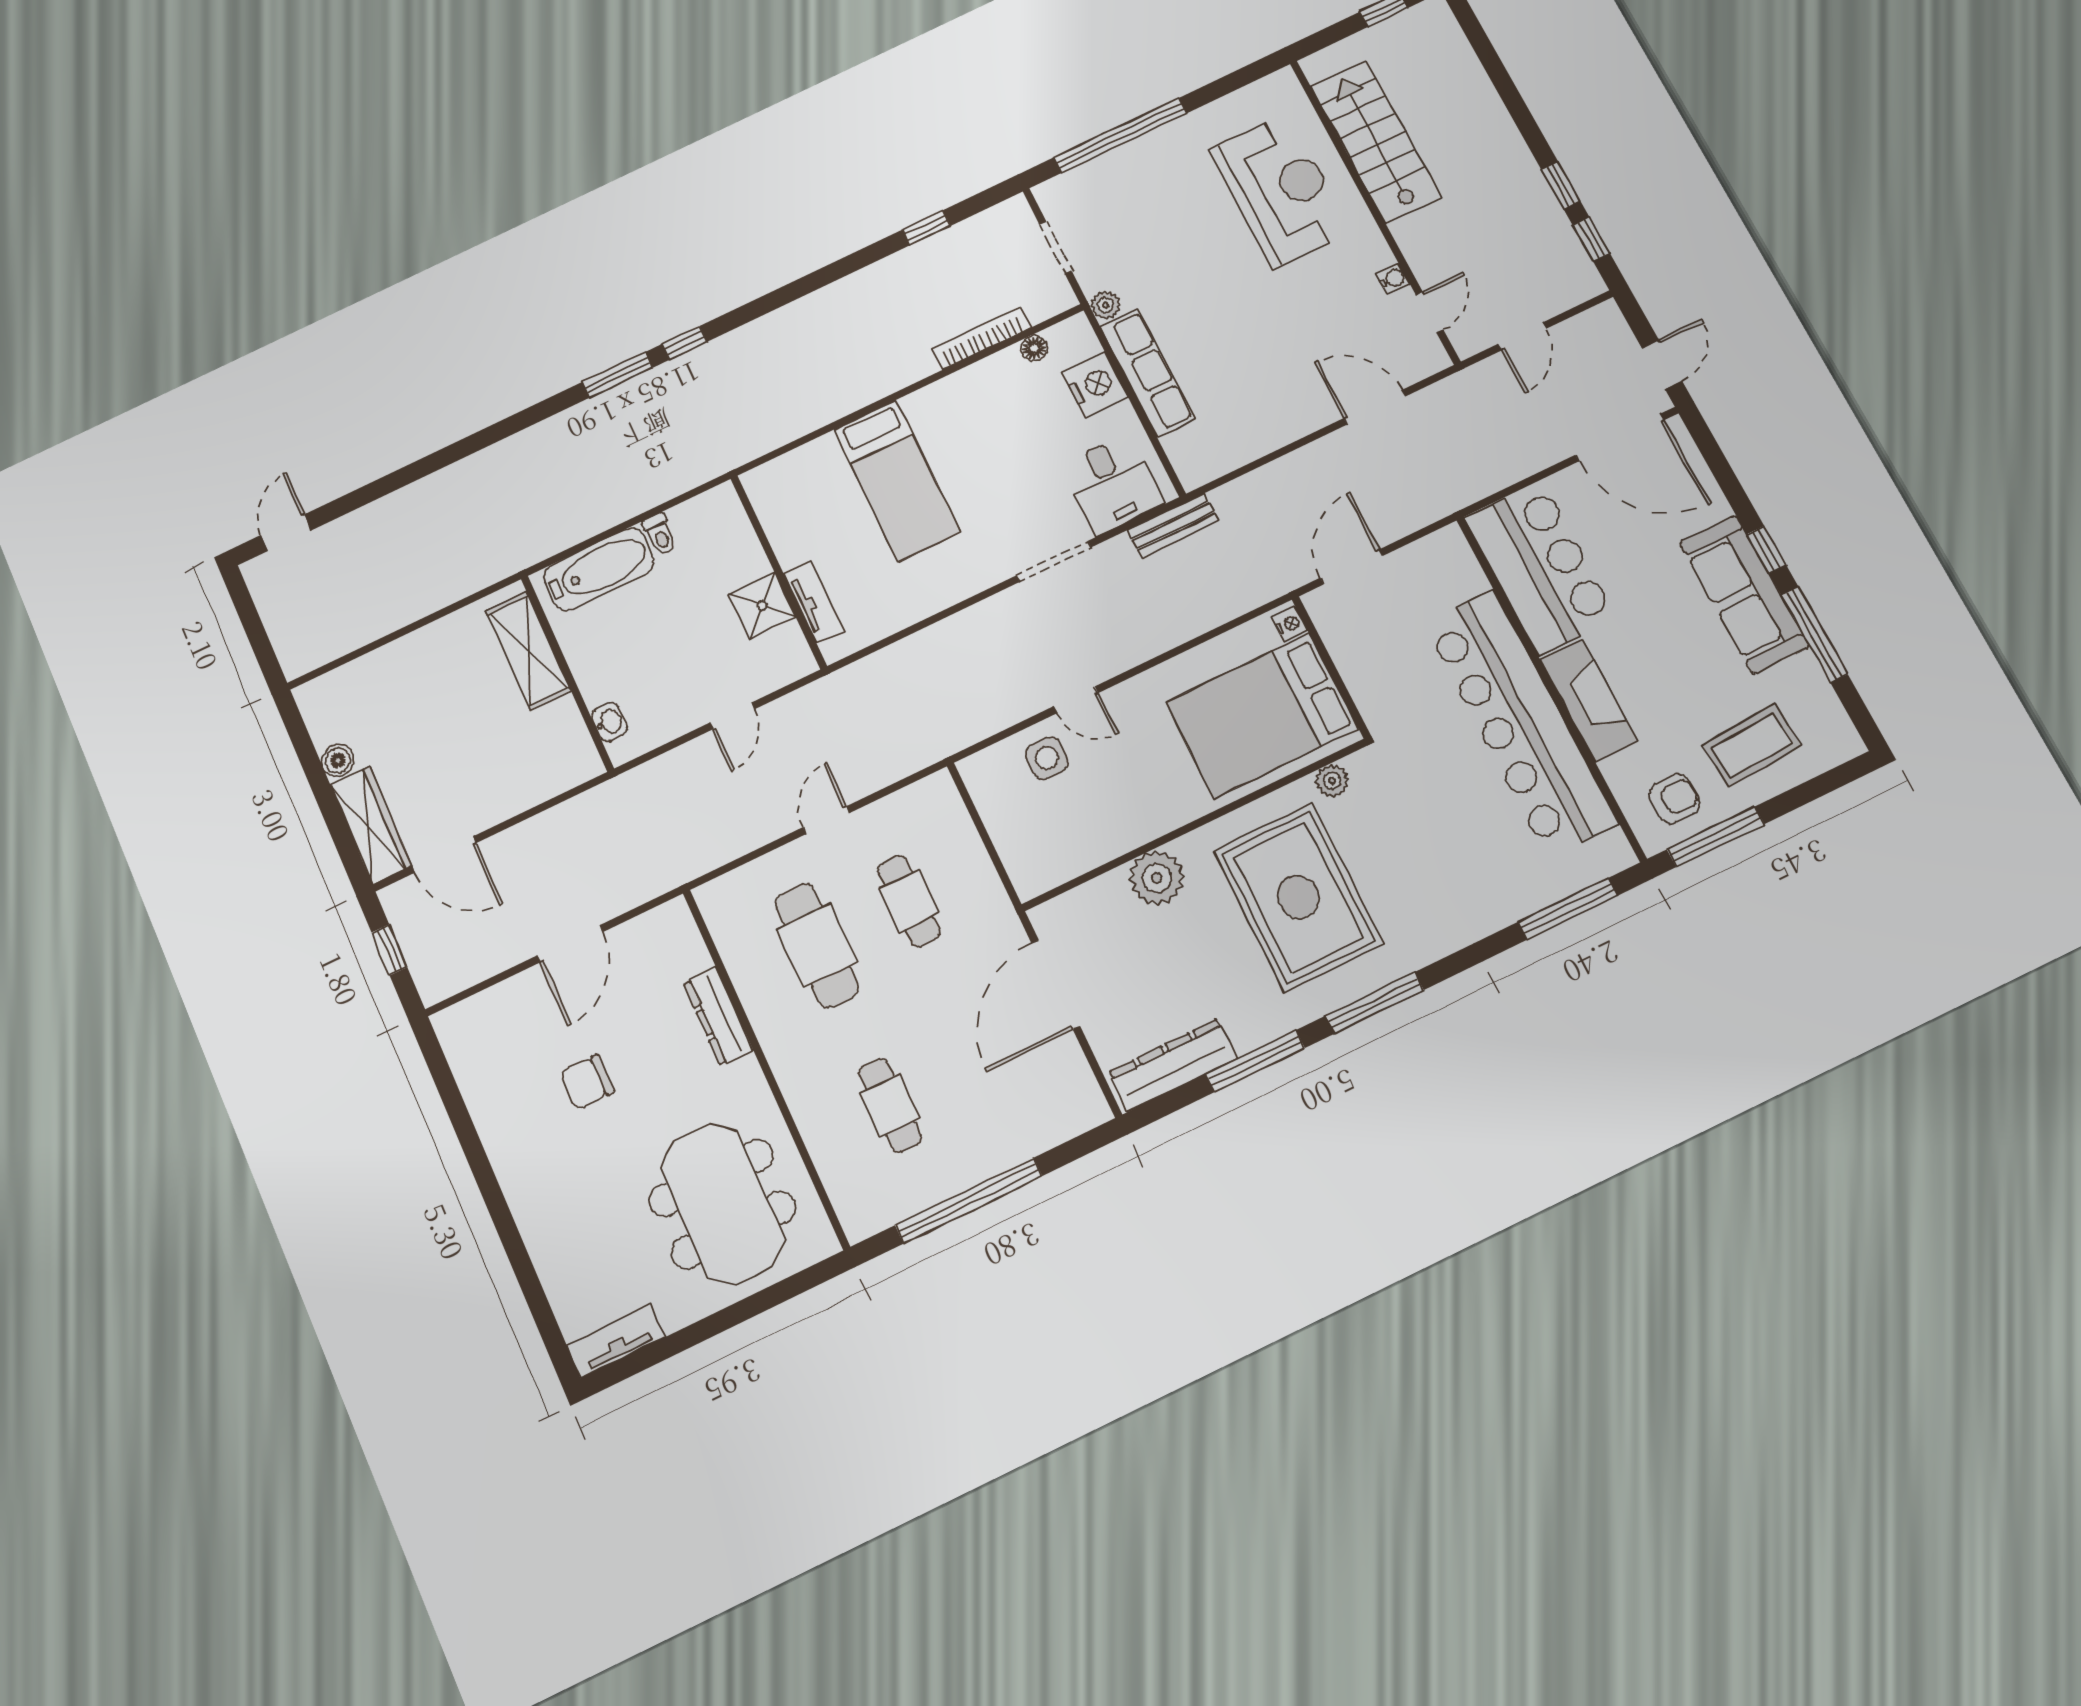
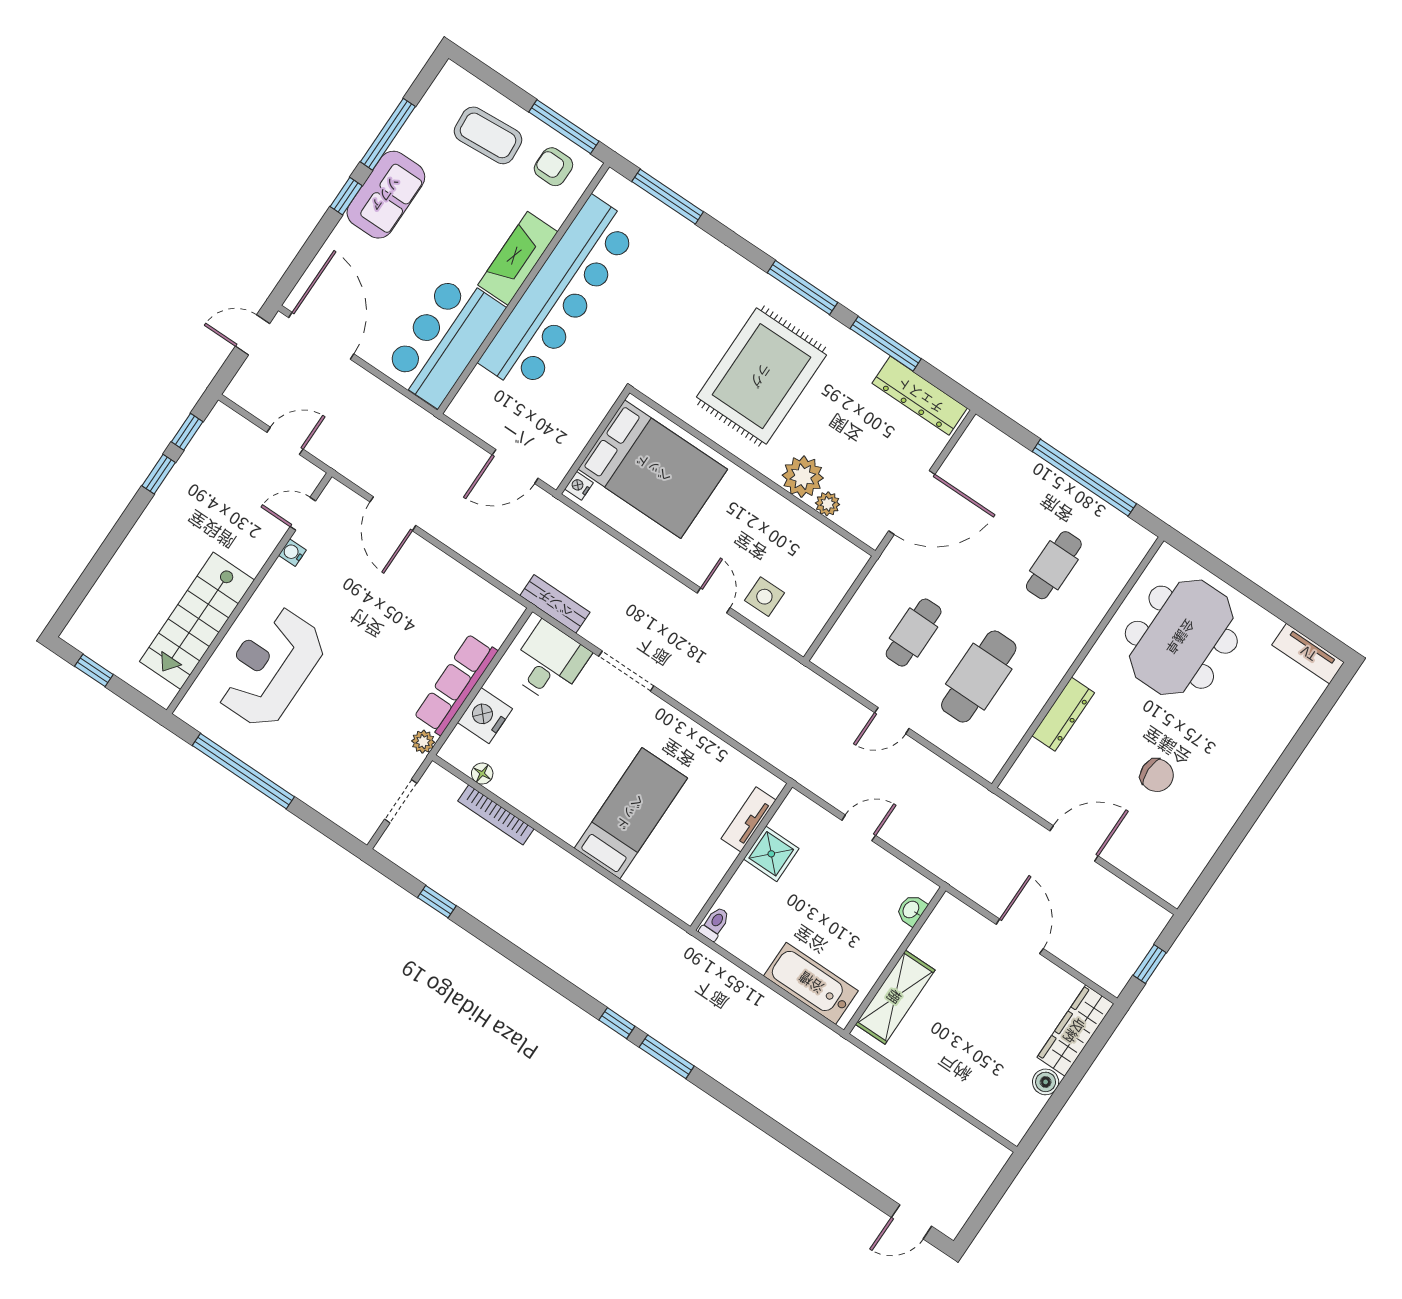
window: (1120, 135) -> (243, 771), moved
toilet: (660, 534) -> (715, 924), moved
sofa: (1744, 594) -> (386, 195), width x0.73
plant: (1332, 781) -> (828, 504), moved
door: (444, 854) -> (1020, 936), moved

